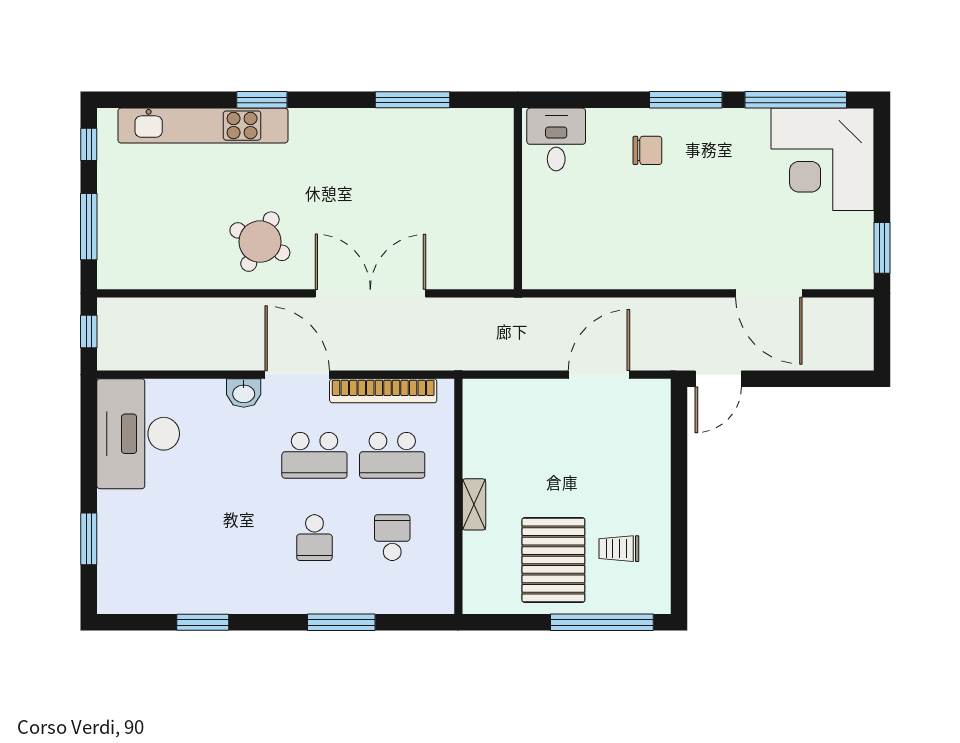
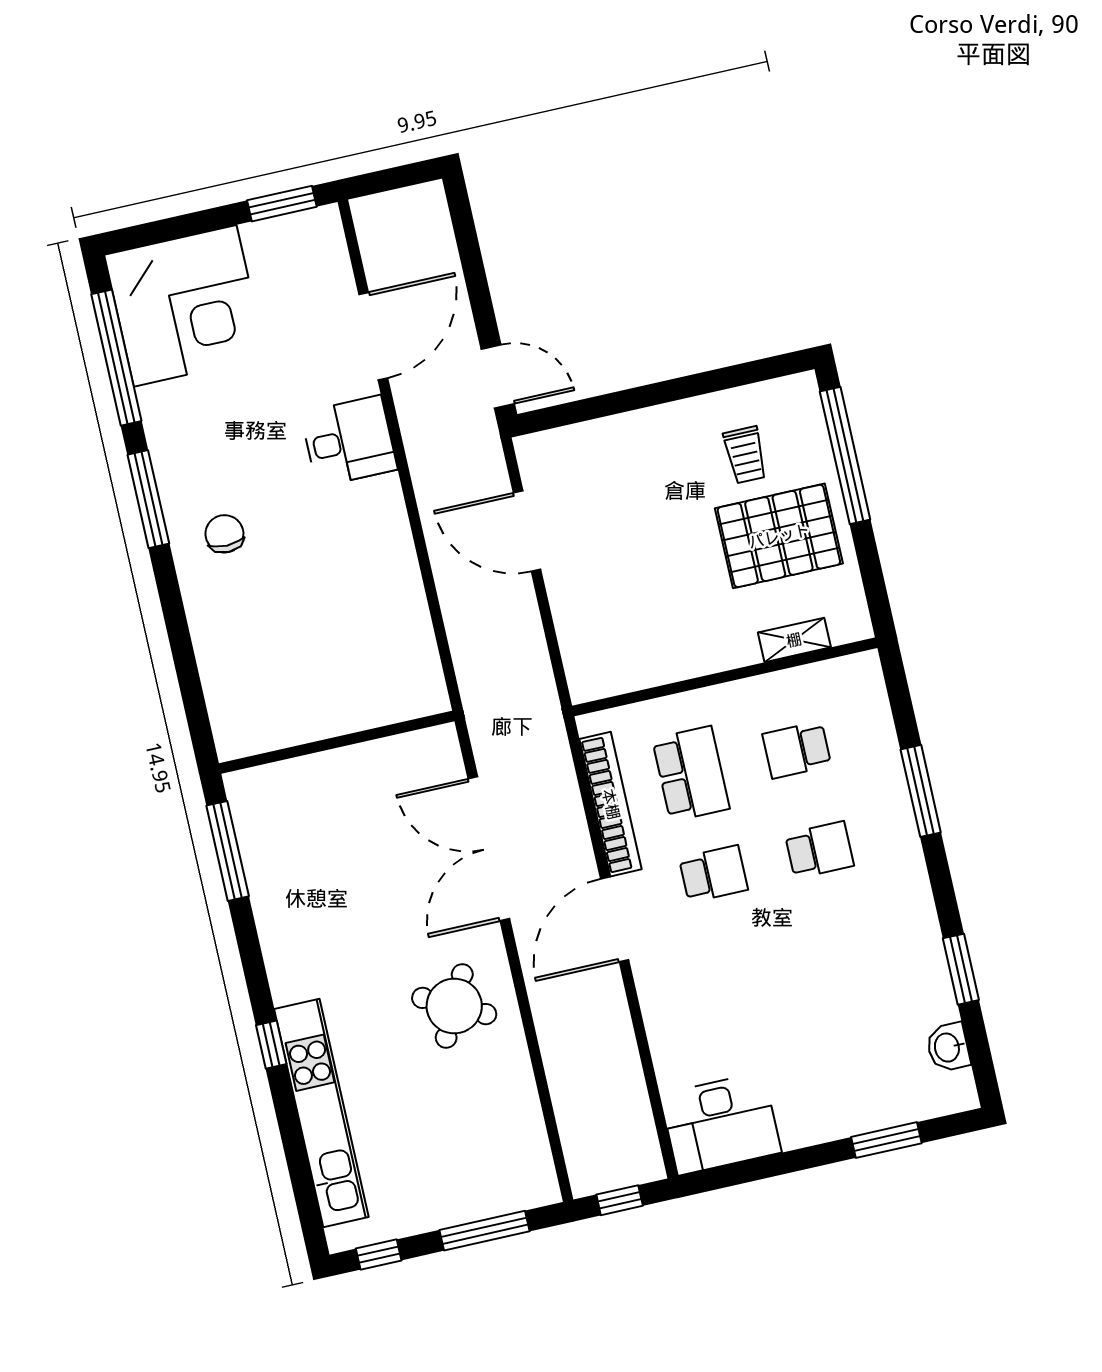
window: (262, 100) -> (271, 1045), width x0.67
desk: (556, 139) -> (349, 441), moved, turned 180
wall: (518, 199) -> (337, 742), moved
washbasin: (244, 393) -> (948, 1047), moved, turned 180
desk: (138, 434) -> (721, 1124), width x0.73, depth x0.77
school desk: (314, 455) -> (713, 874), width x0.54
shelving: (474, 504) -> (794, 640), moved

